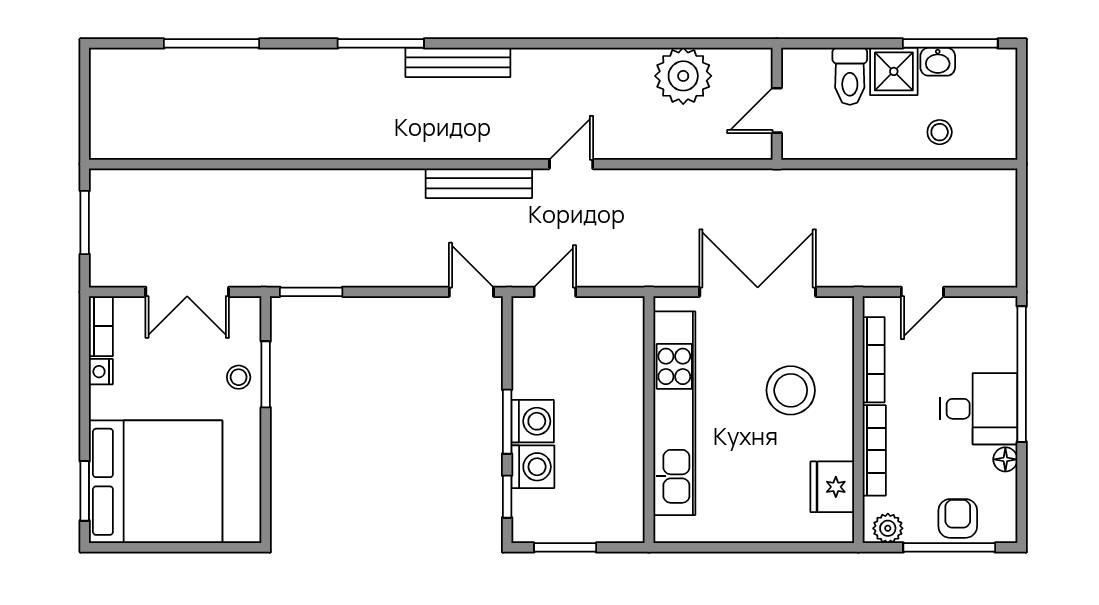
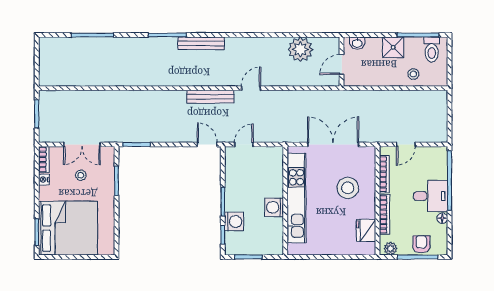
washbasin: (938, 62) -> (357, 43), moved
toilet: (850, 76) -> (432, 49), moved
stool: (239, 377) -> (81, 175), moved
washing machine: (533, 421) -> (274, 207), moved, turned 180

